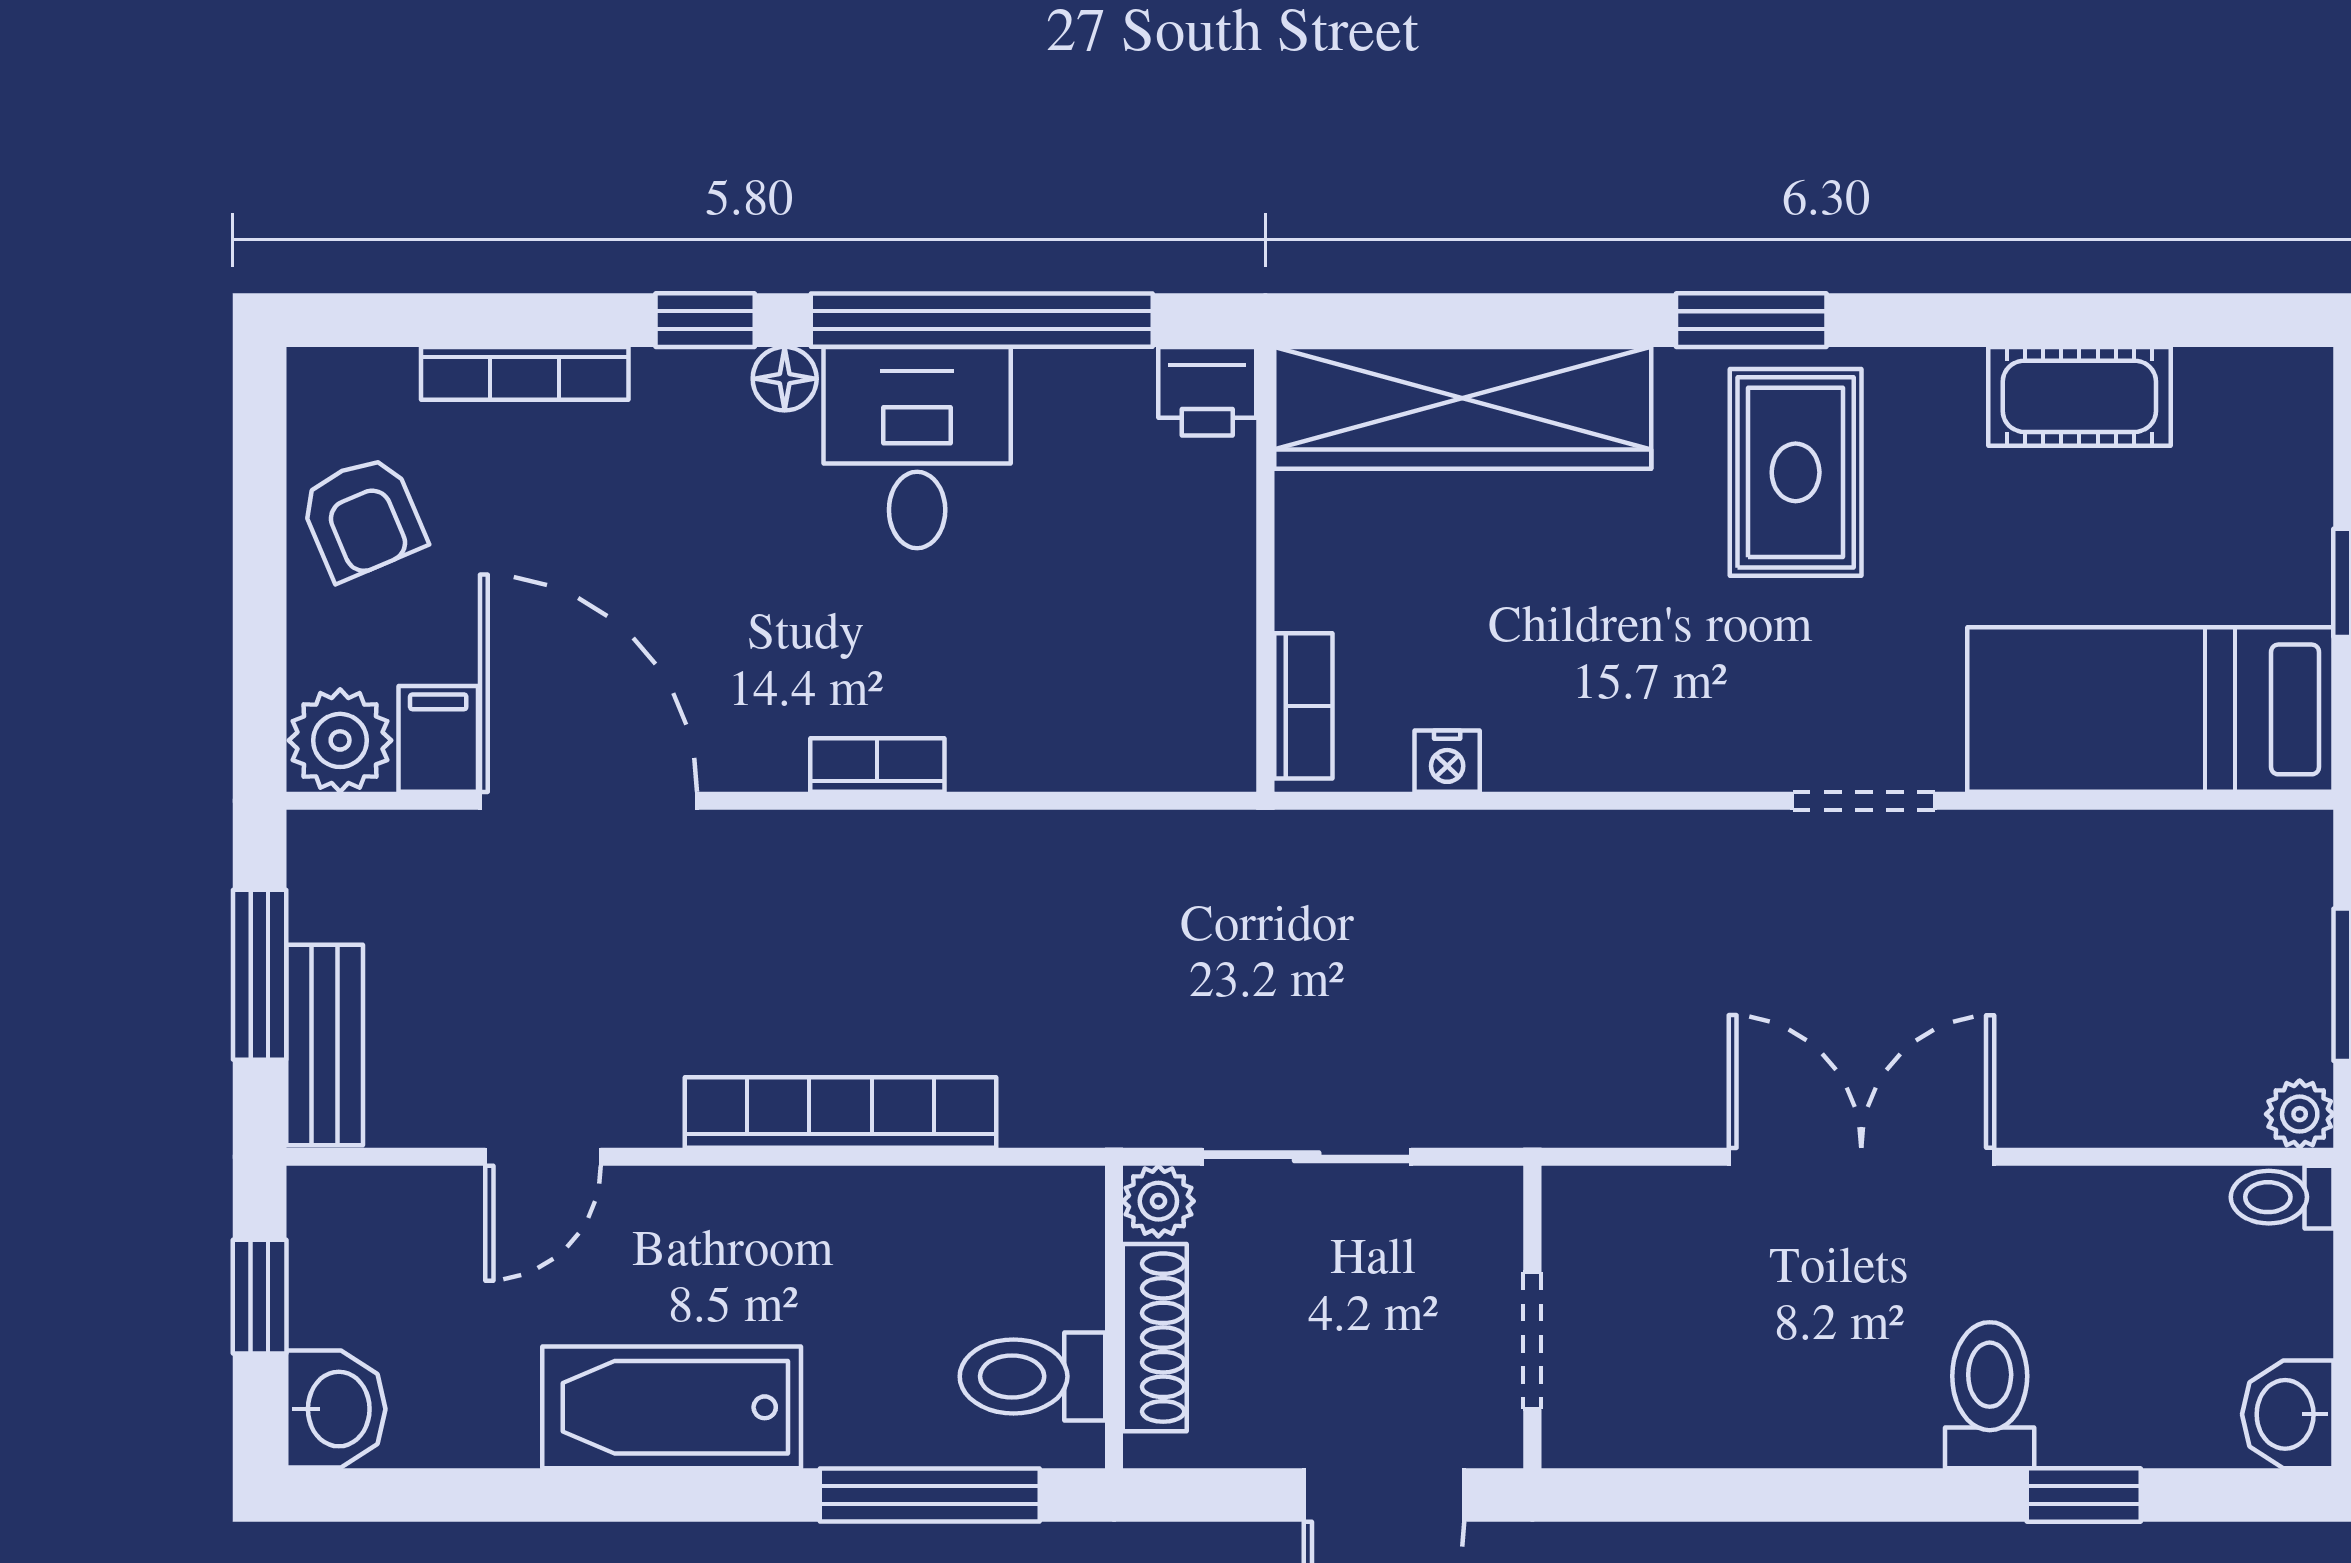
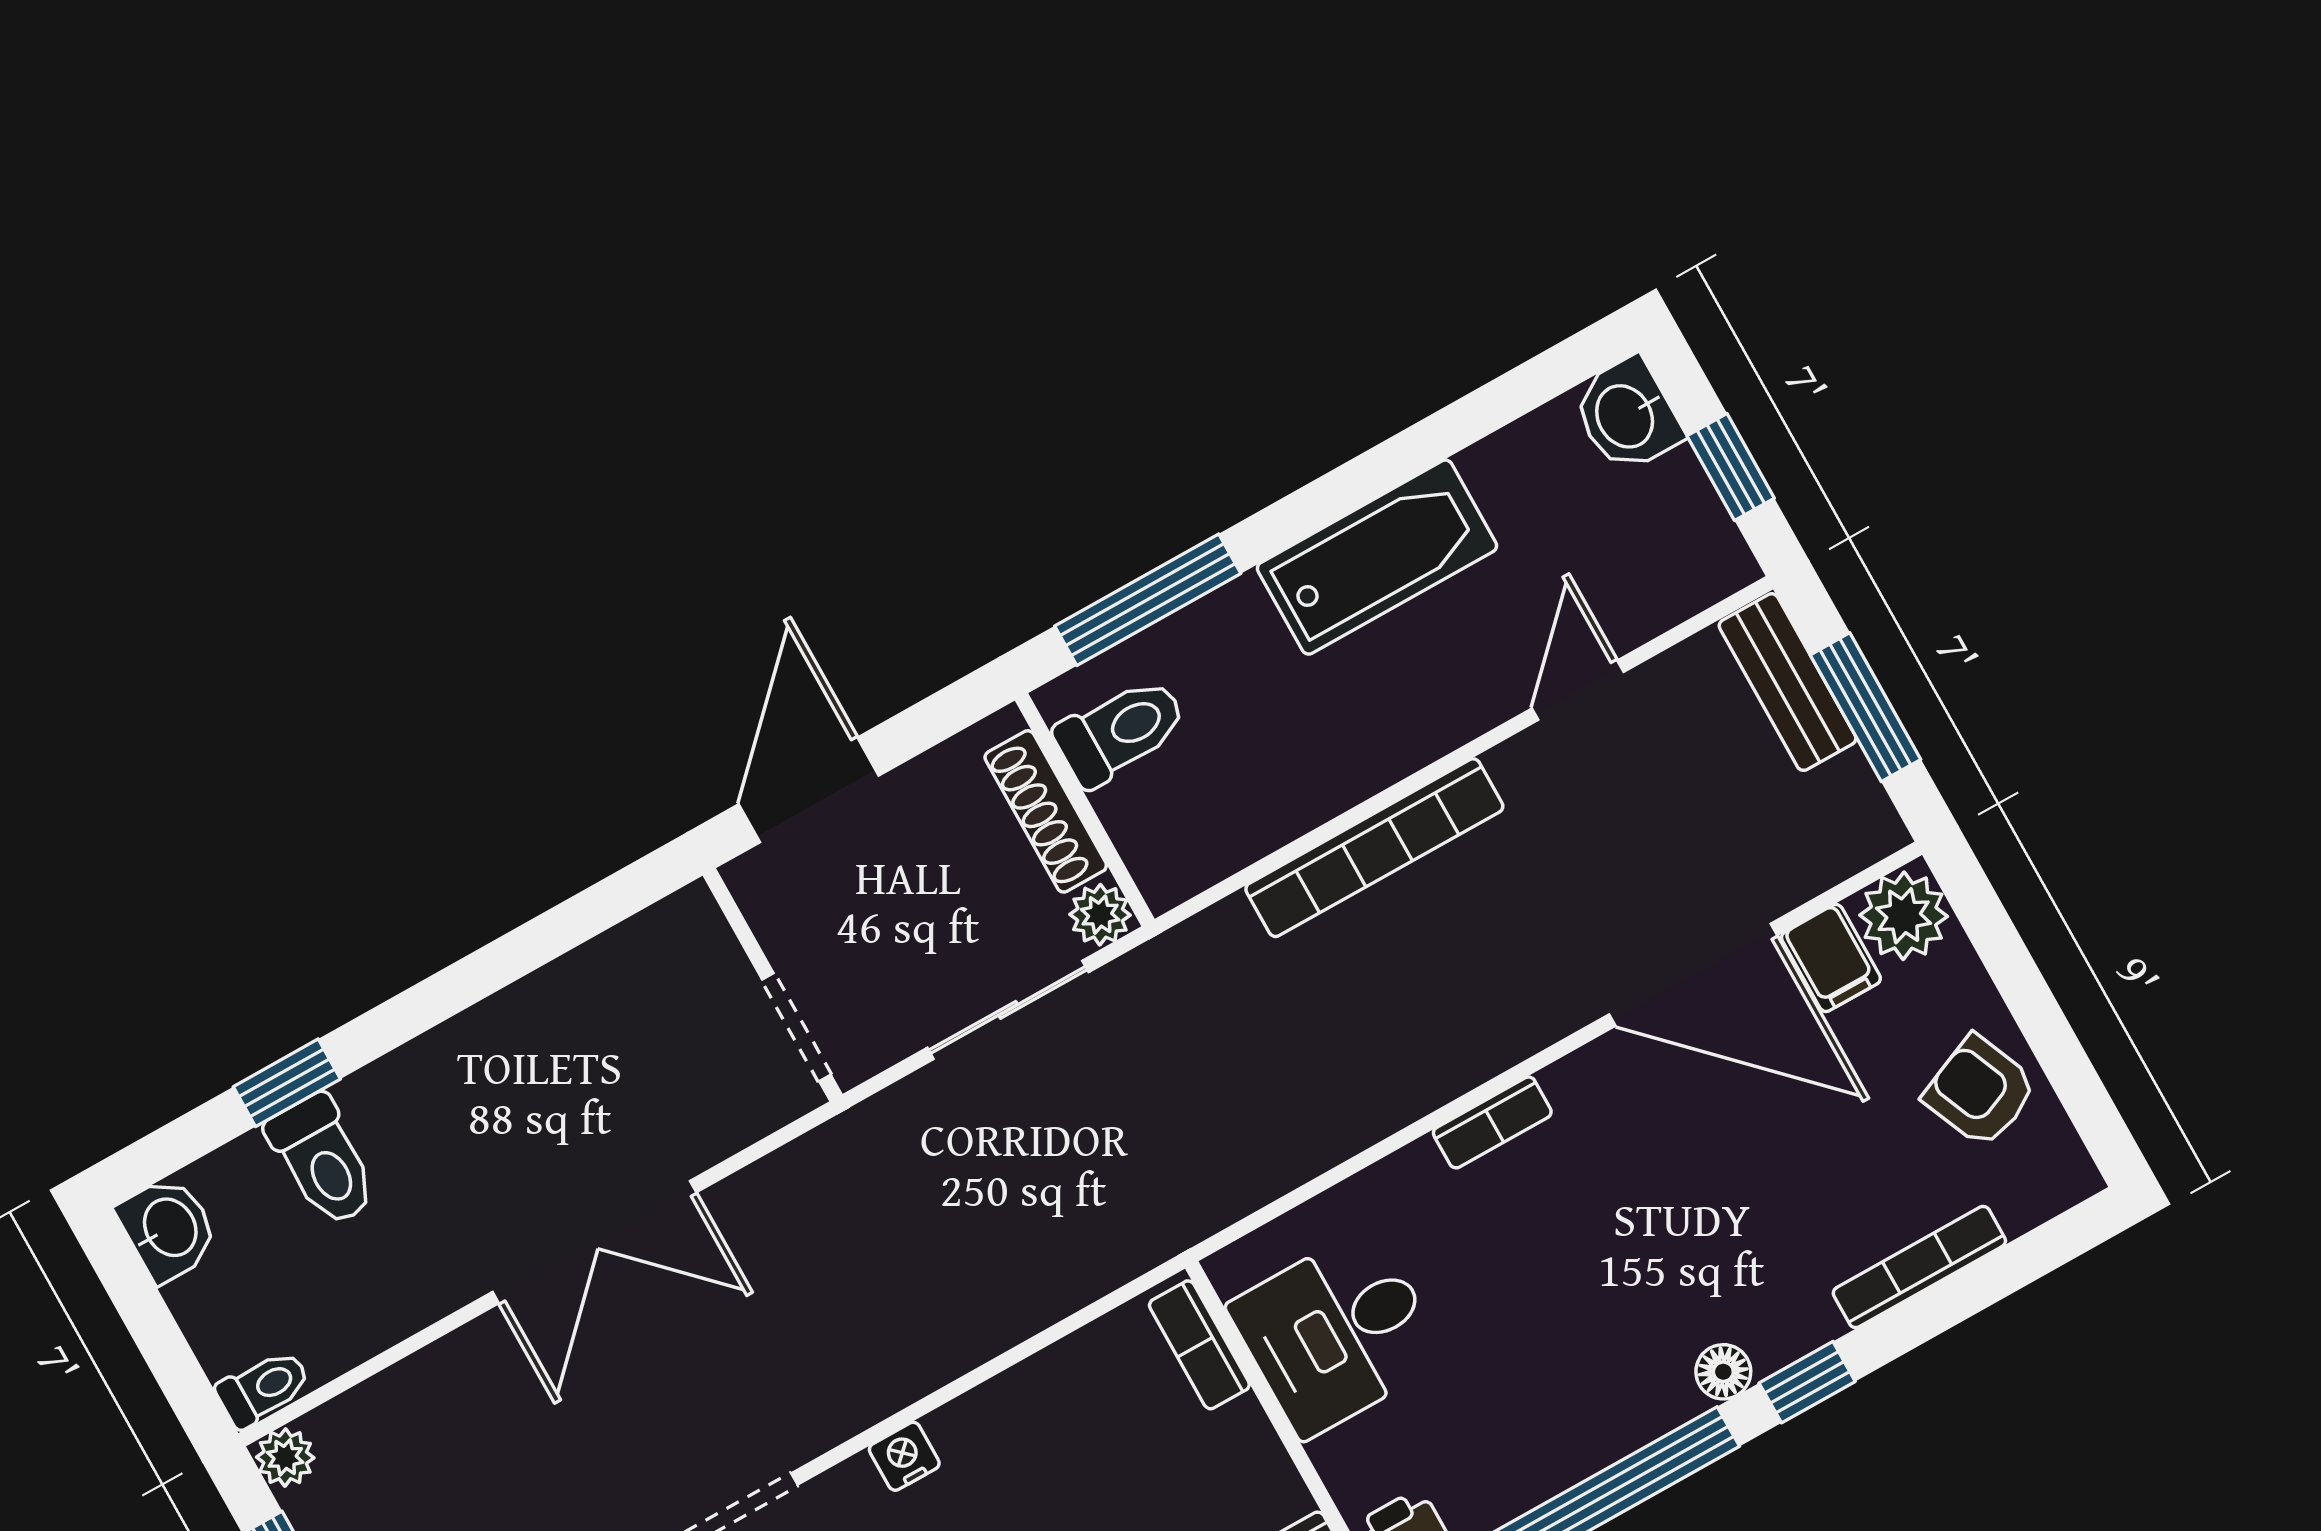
desk: (917, 448) -> (1337, 1332), moved, turned 90
nightstand: (1447, 761) -> (904, 1456), moved
doorway: (1532, 1341) -> (796, 1027), moved
toilet: (1990, 1395) -> (323, 1161), moved

